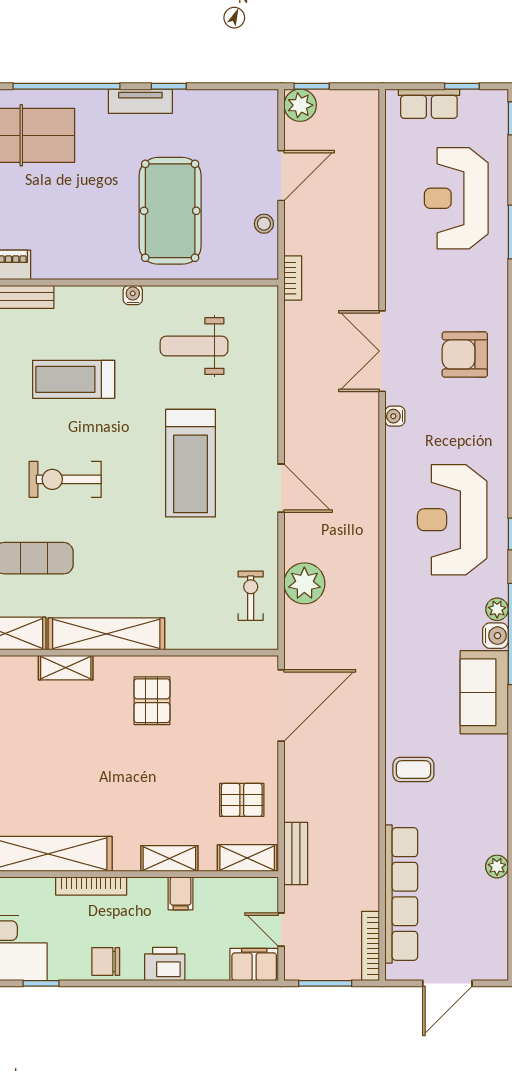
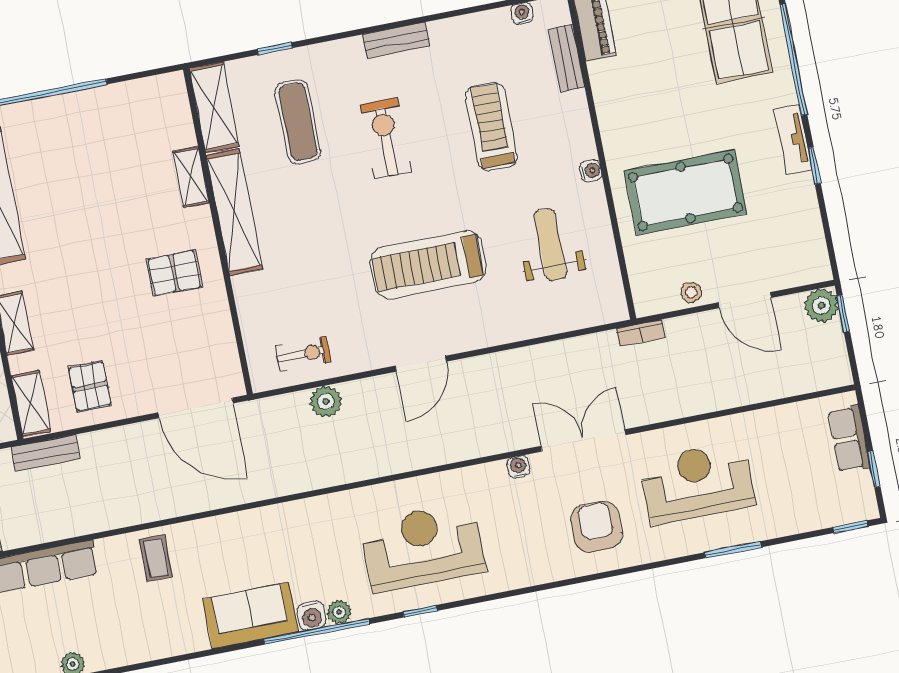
reception desk: (456, 198) -> (697, 483), moved
plant: (304, 583) -> (326, 402), width x0.73, depth x0.73

